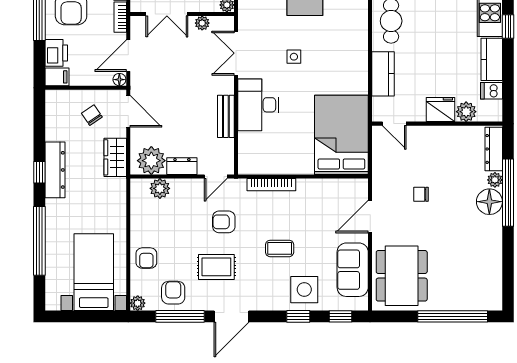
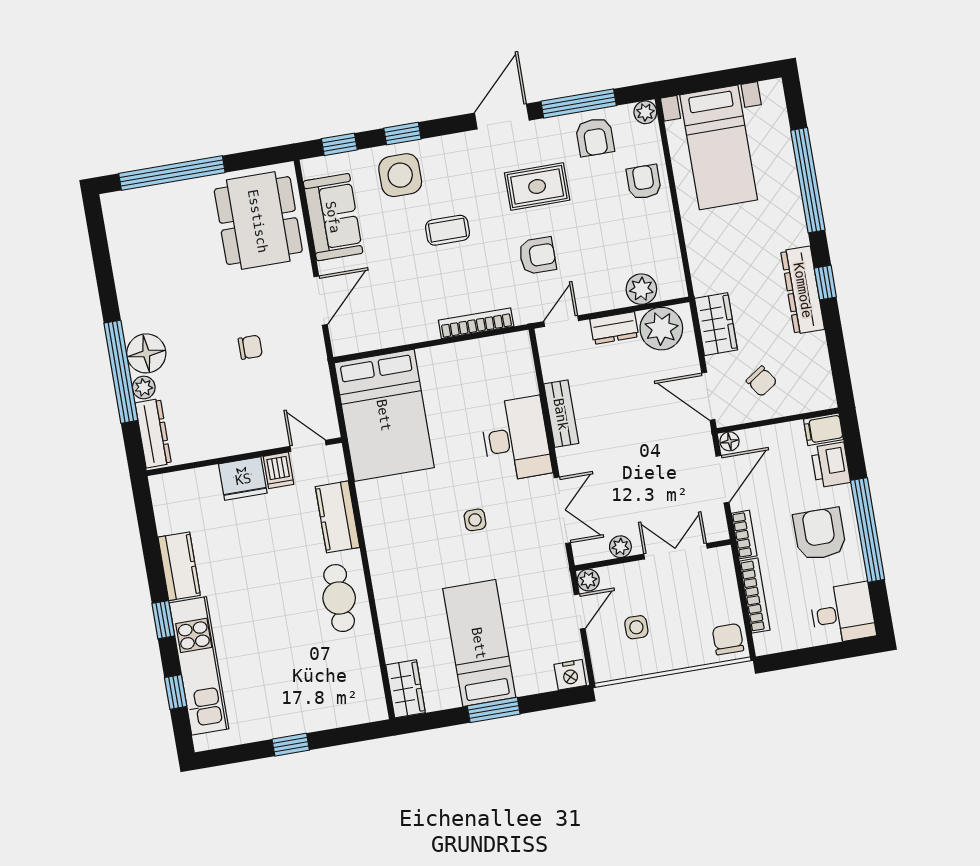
dishwasher: (491, 91) -> (279, 470), moved, turned 90
plant: (466, 112) -> (204, 482), removed

